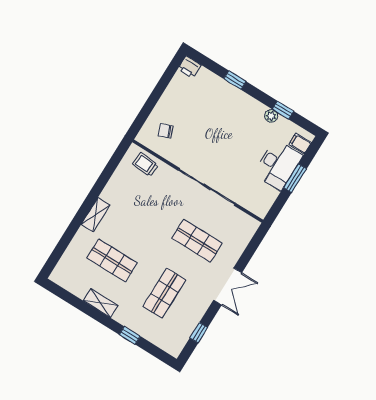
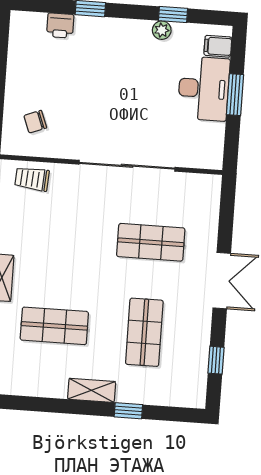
printer: (189, 67) -> (60, 26), moved
shelving: (101, 303) -> (92, 390), moved

